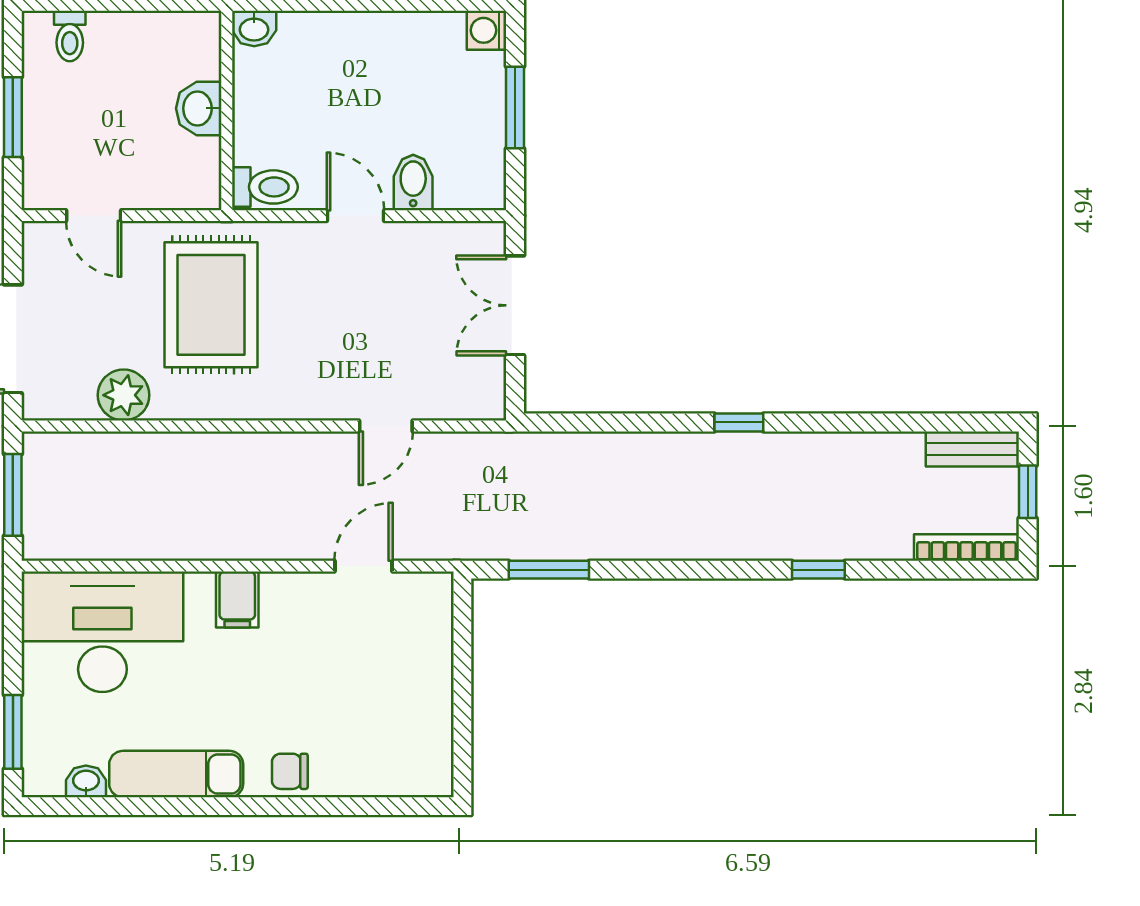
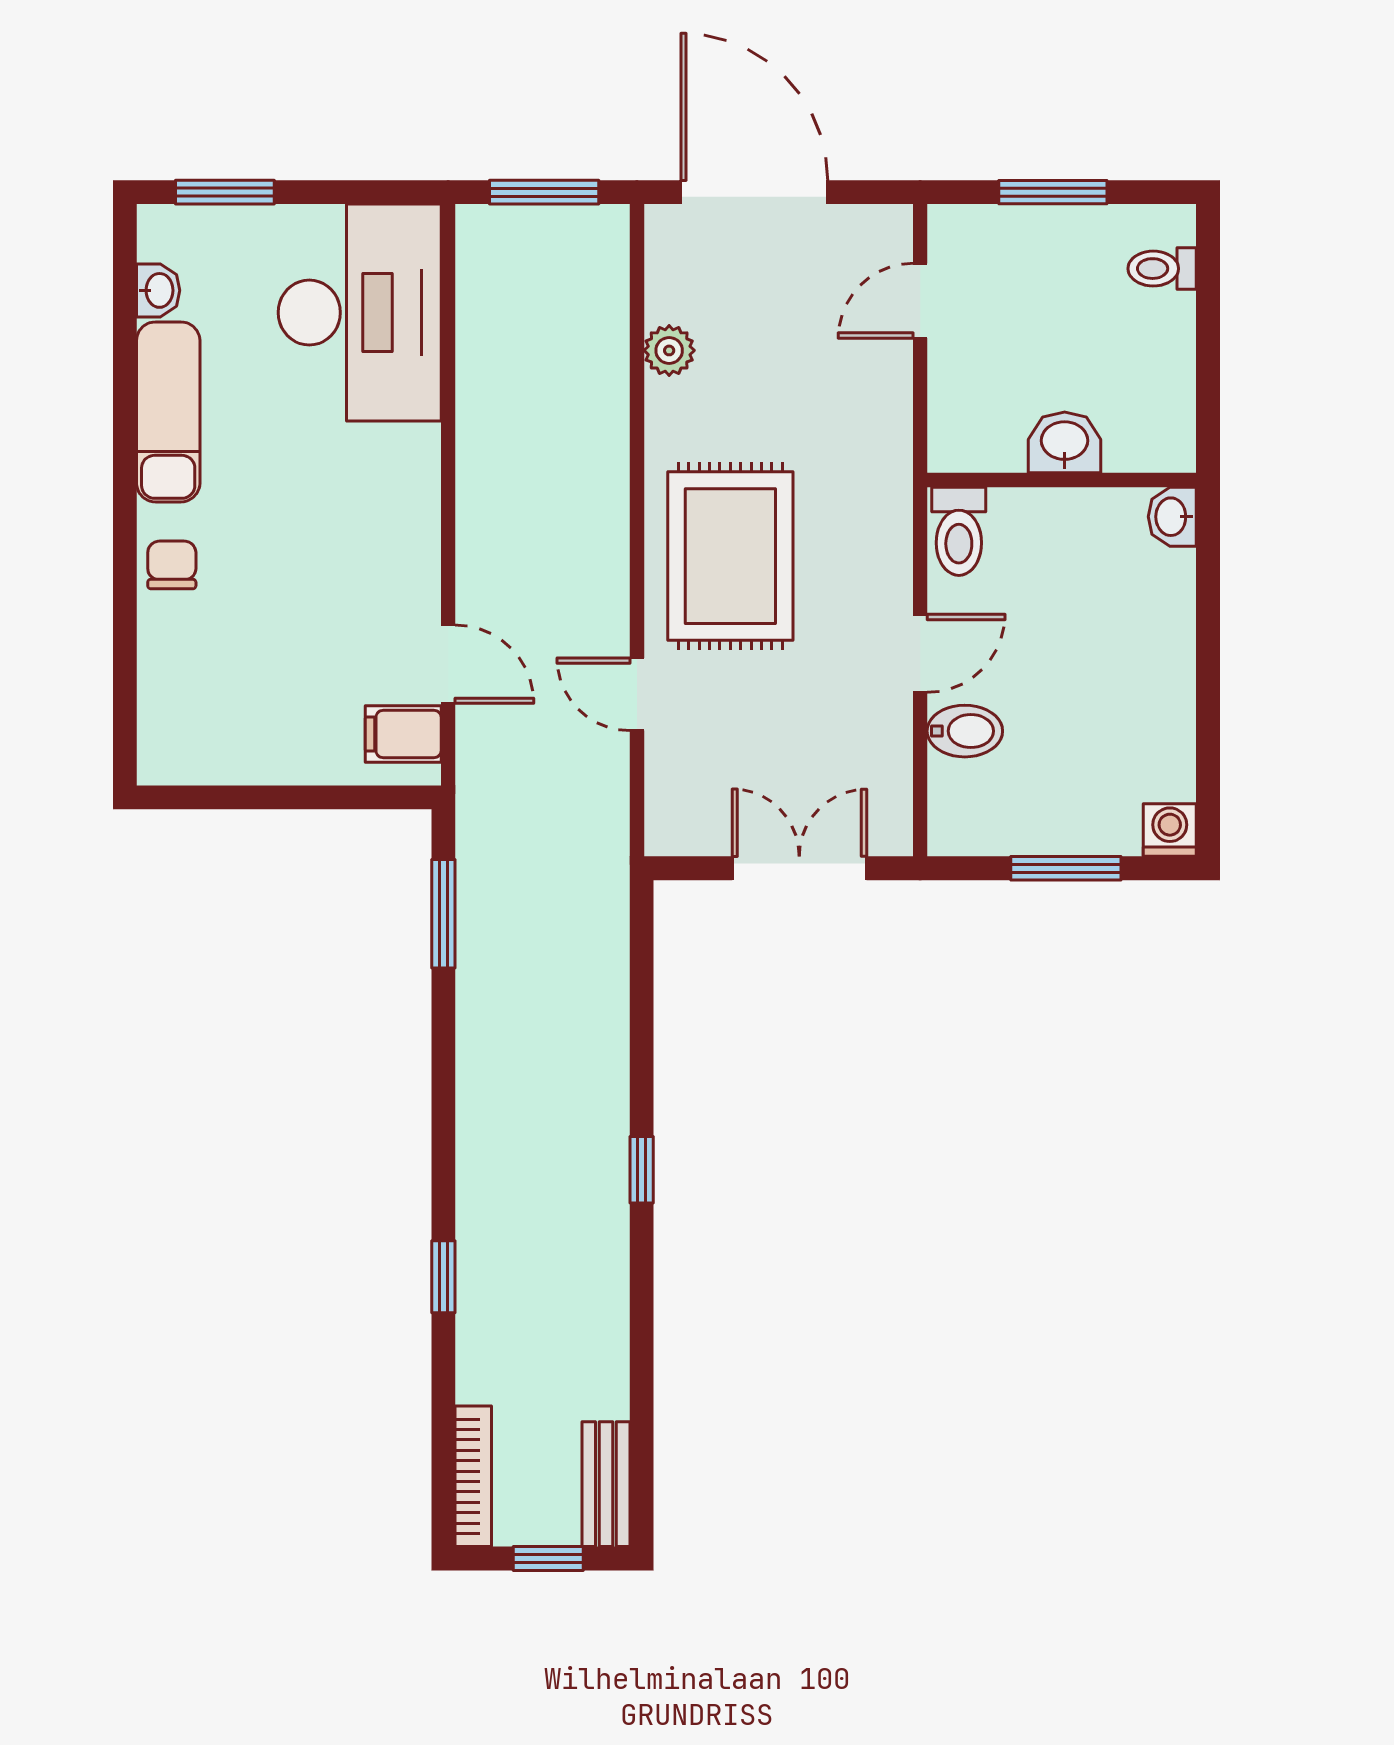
rug: (211, 305) -> (730, 556), moved, turned 90
plant: (124, 395) -> (669, 350), width x0.73, depth x0.73
filing cabinet: (237, 599) -> (403, 734), moved

